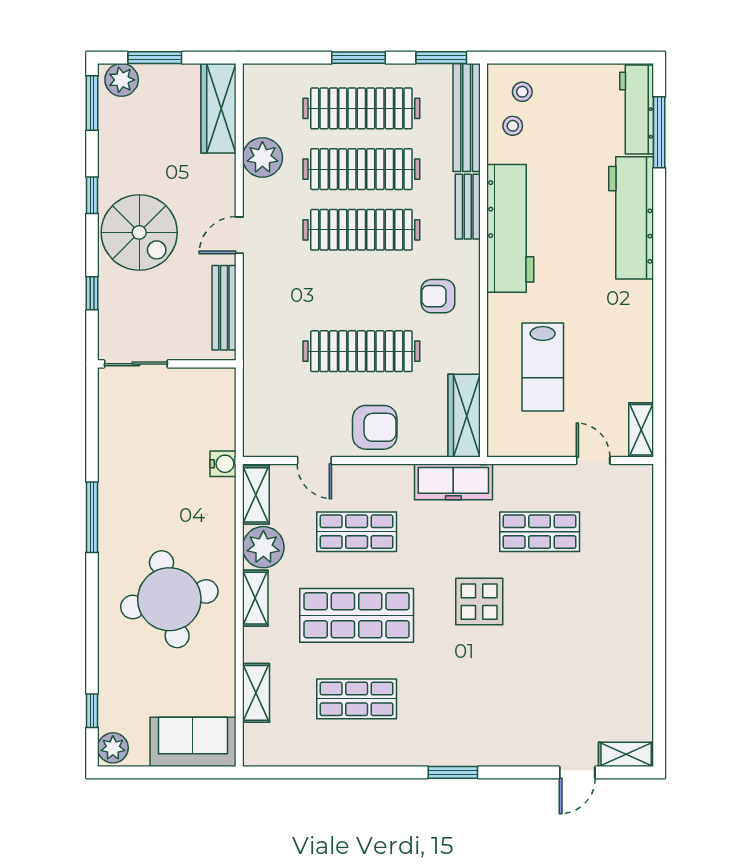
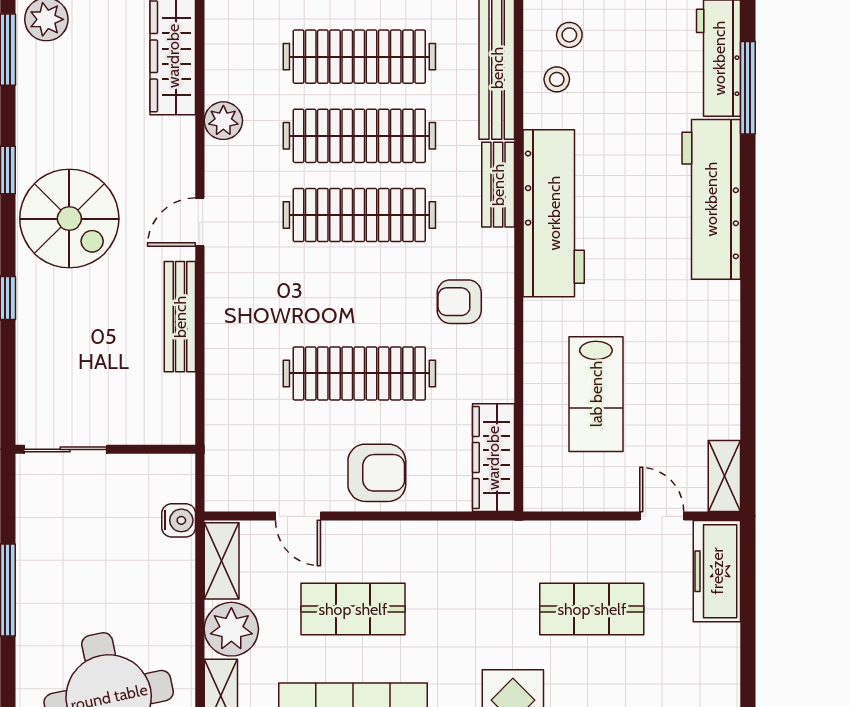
plant: (262, 157) -> (223, 121), width x0.73, depth x0.73
sliding door: (136, 364) -> (65, 449), moved
wall: (167, 364) -> (105, 449), moved
freezer: (453, 482) -> (717, 571), moved, turned 90

